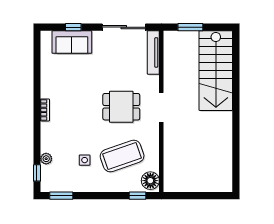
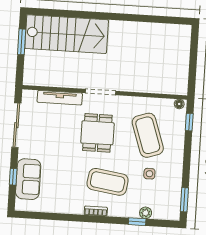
window: (190, 27) -> (22, 42), moved
tv unit: (153, 52) -> (60, 98), moved
coffee table: (74, 120) -> (108, 182), added
window: (37, 173) -> (137, 222), moved
floor lamp: (150, 181) -> (179, 104), width x0.53, depth x0.53

